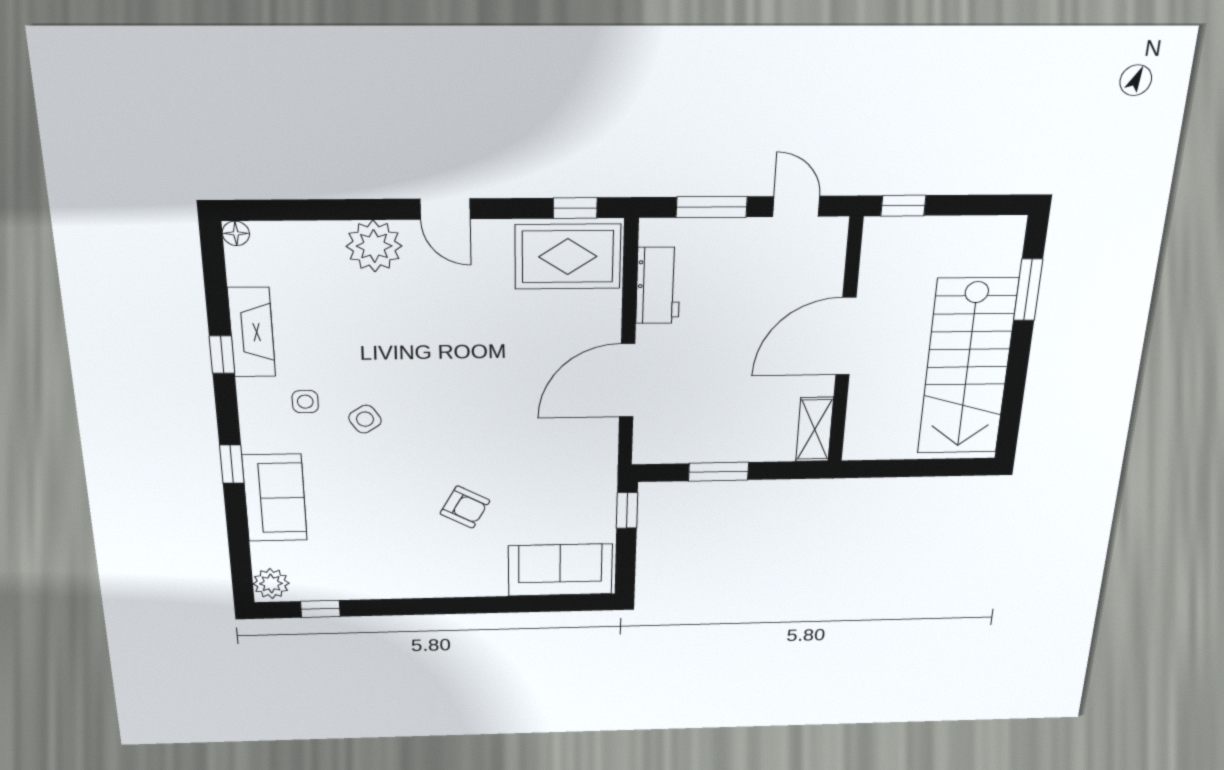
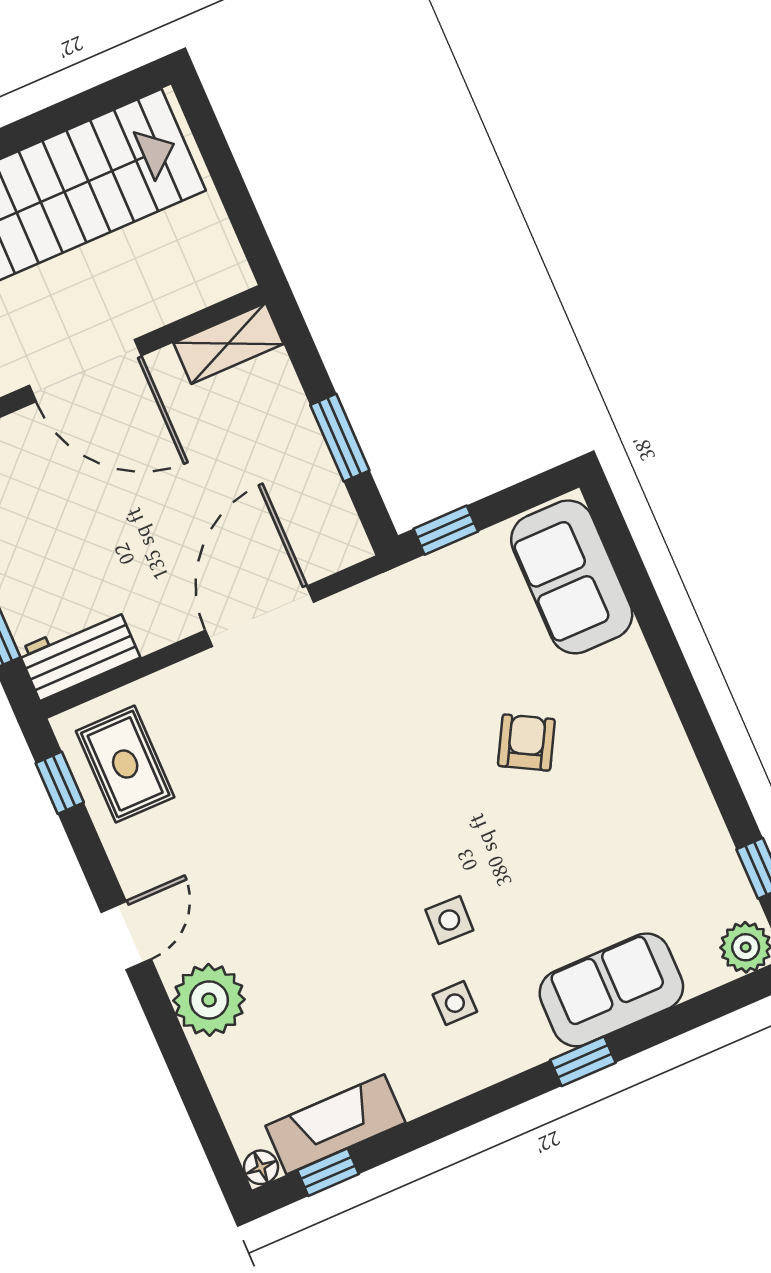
rug: (568, 257) -> (125, 764), width x0.73, depth x0.70
workbench: (658, 286) -> (79, 654), moved
fireplace: (252, 332) -> (335, 1124), moved
window: (222, 355) -> (328, 1172), moved
door: (627, 380) -> (260, 616), swing flipped
side table: (365, 419) -> (449, 920), turned 35

